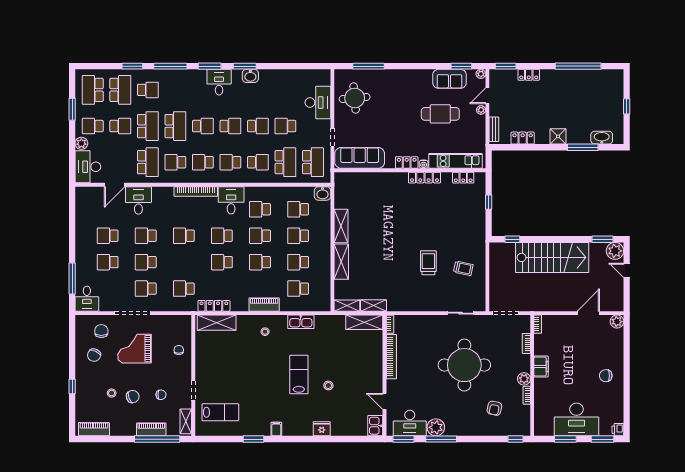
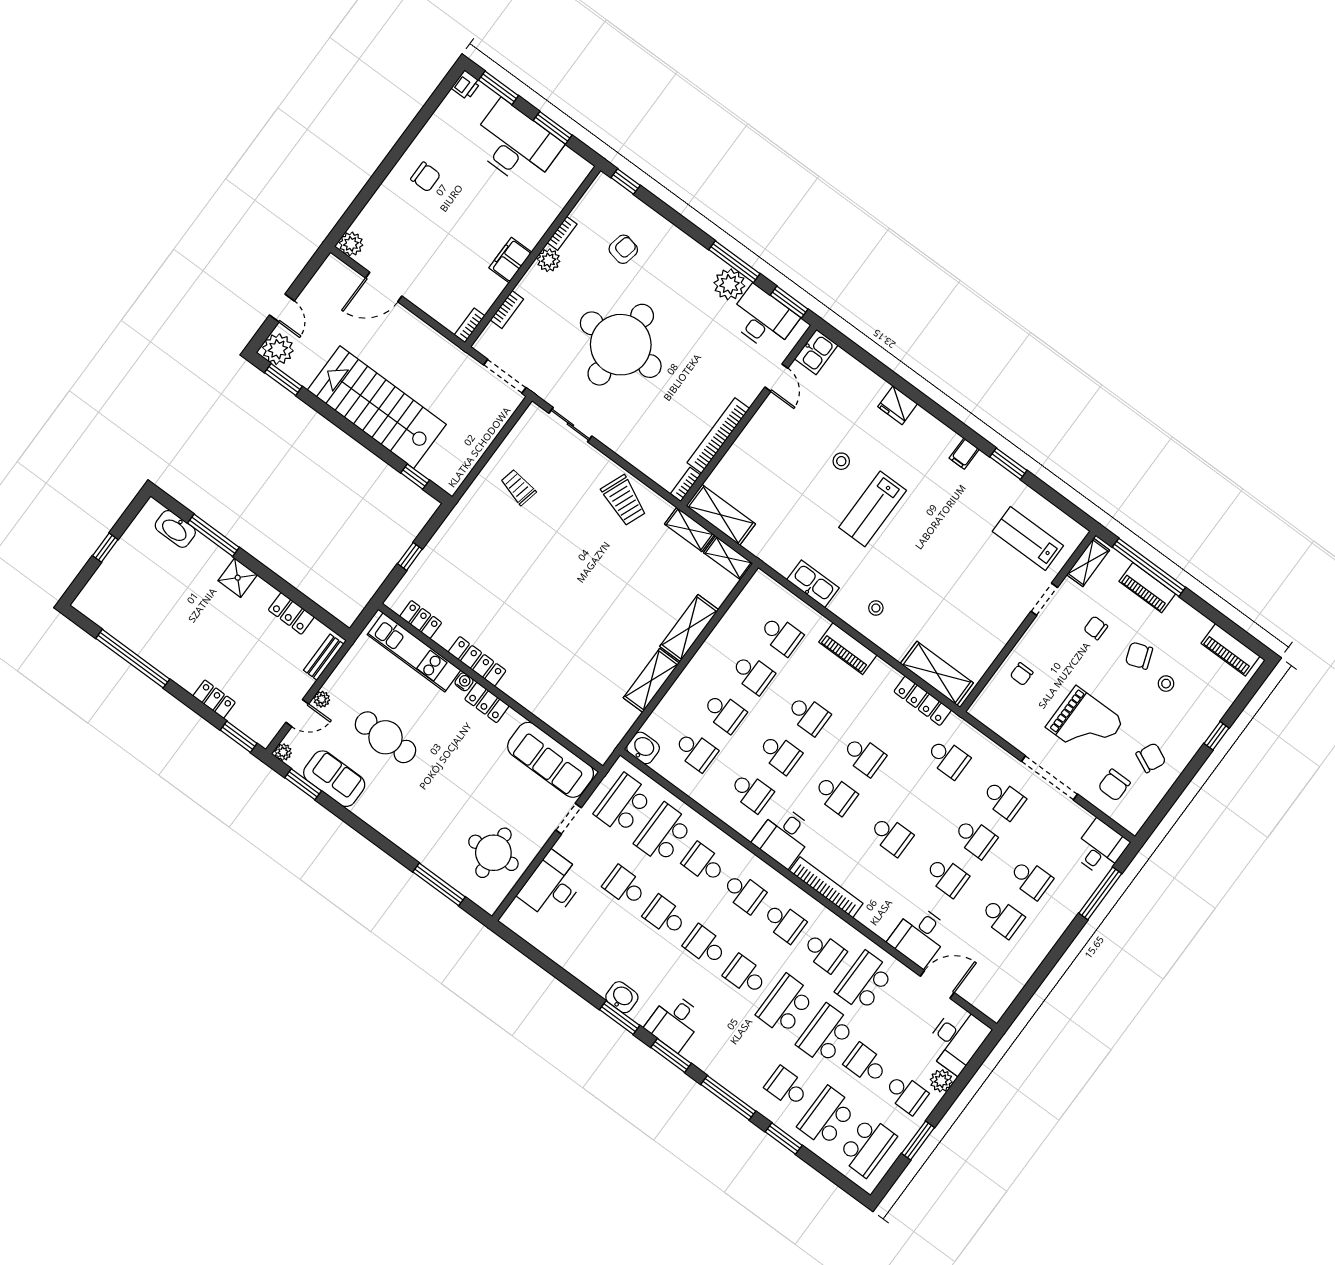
school desk: (285, 126) -> (625, 886), turned 180
trolley: (428, 263) -> (624, 500), moved, turned -68

